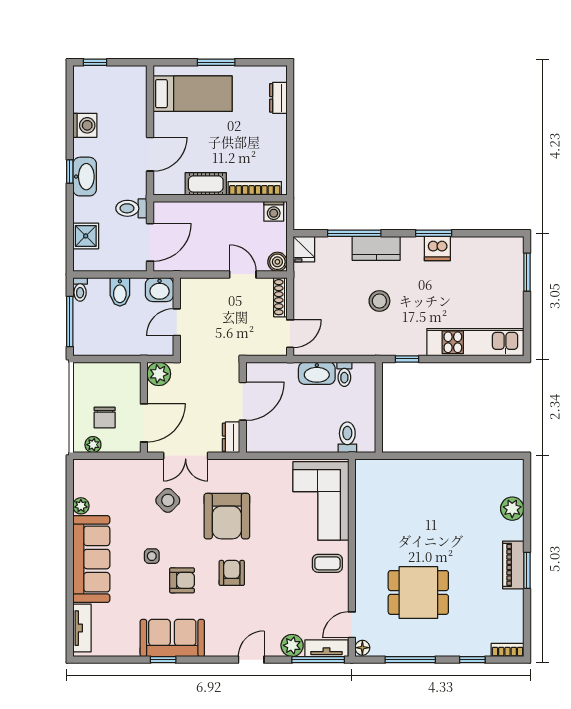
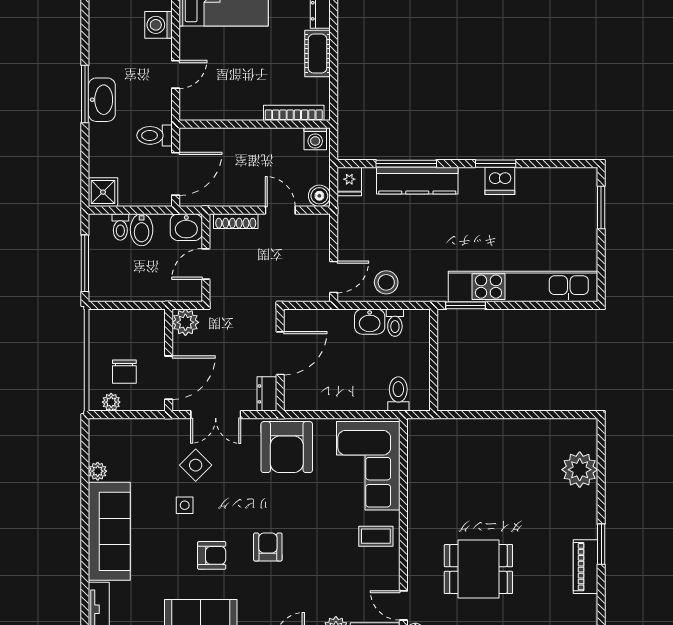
washing machine: (85, 125) -> (159, 25), moved, turned 180
door: (150, 154) -> (176, 74), width x0.73
window: (70, 172) -> (85, 94), width x2.17
cot: (206, 184) -> (318, 54), moved, turned 90
shower: (86, 236) -> (103, 192), moved
kitchen counter: (376, 248) -> (417, 181), width x1.50
toilet: (80, 289) -> (120, 227), moved
shoe rack: (280, 297) -> (236, 221), moved, turned -90
stool: (379, 301) -> (386, 282), moved
kitchen unit: (475, 342) -> (523, 287), width x1.36
window: (407, 359) -> (466, 305), width x1.50
washbasin: (317, 373) -> (370, 322), width x0.72
plant: (512, 509) -> (580, 470), width x1.36, depth x1.36
armchair: (227, 516) -> (287, 447), moved
side table: (152, 556) -> (185, 505), moved
piano: (513, 565) -> (586, 567), moved
door: (352, 625) -> (403, 605), hinge flipped

